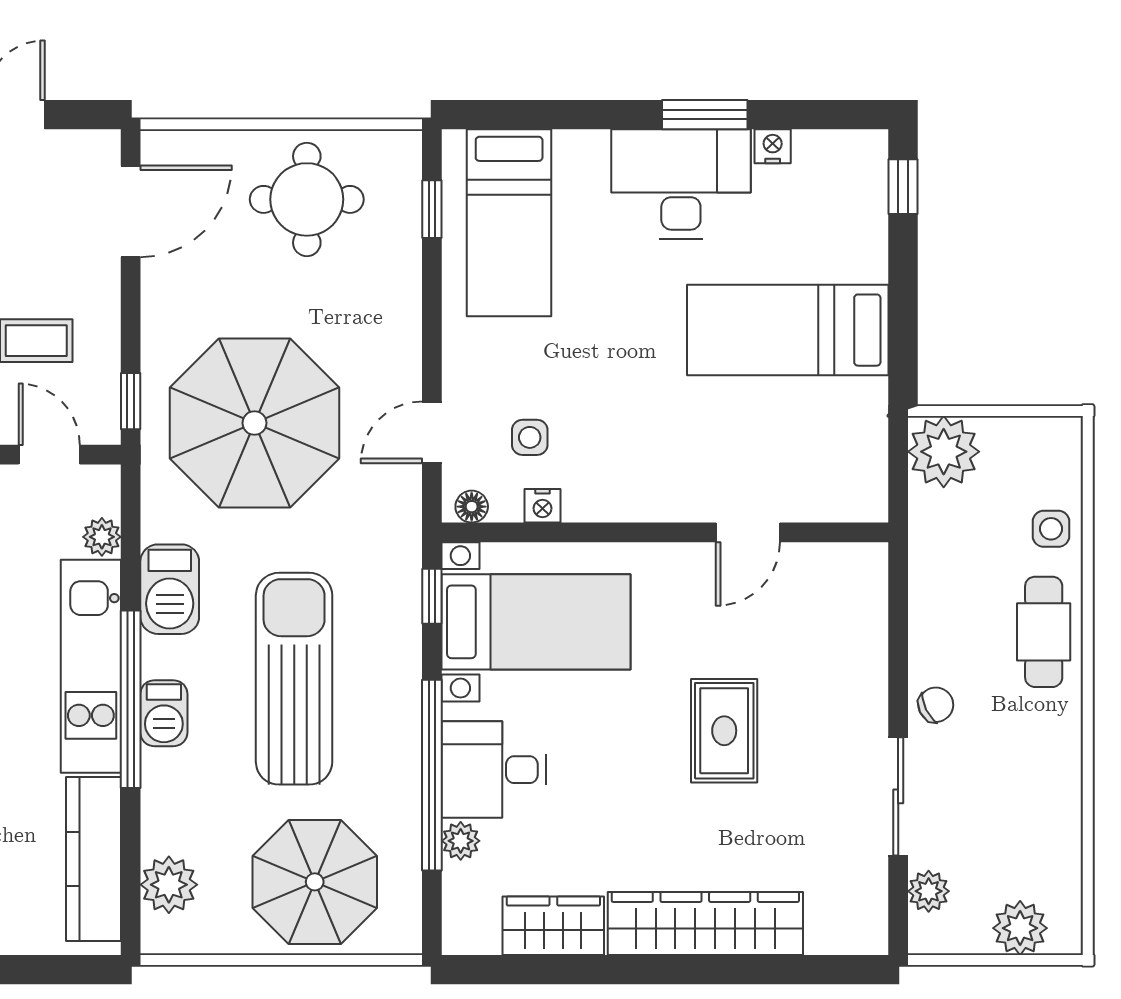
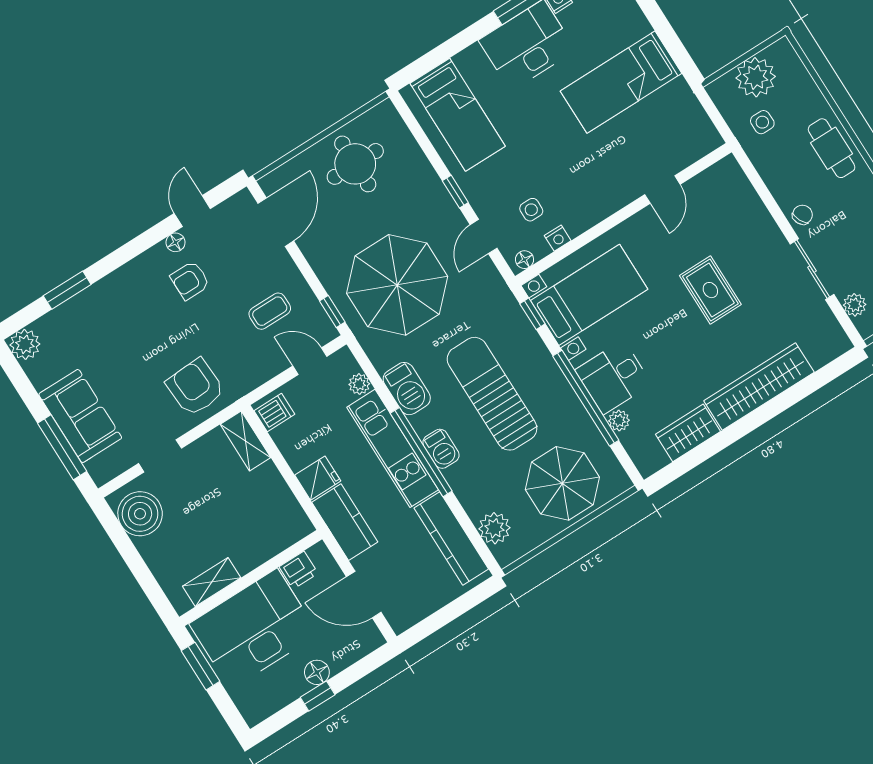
window: (432, 209) -> (455, 192), moved
plant: (944, 452) -> (756, 77), moved
side table: (1051, 529) -> (762, 122), moved

